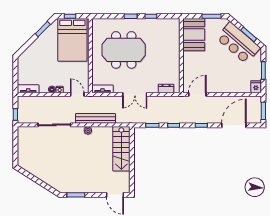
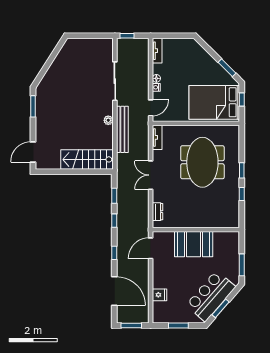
booth: (194, 35) -> (194, 244), moved
fridge: (256, 87) -> (159, 295), moved
door: (197, 94) -> (151, 248), swing flipped

